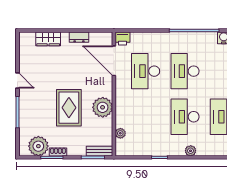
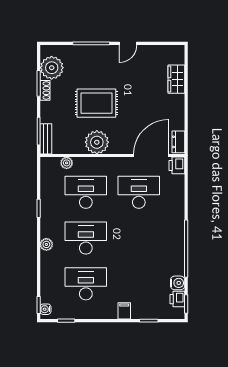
dresser: (79, 37) -> (178, 142), moved
desk: (185, 71) -> (86, 192), moved

